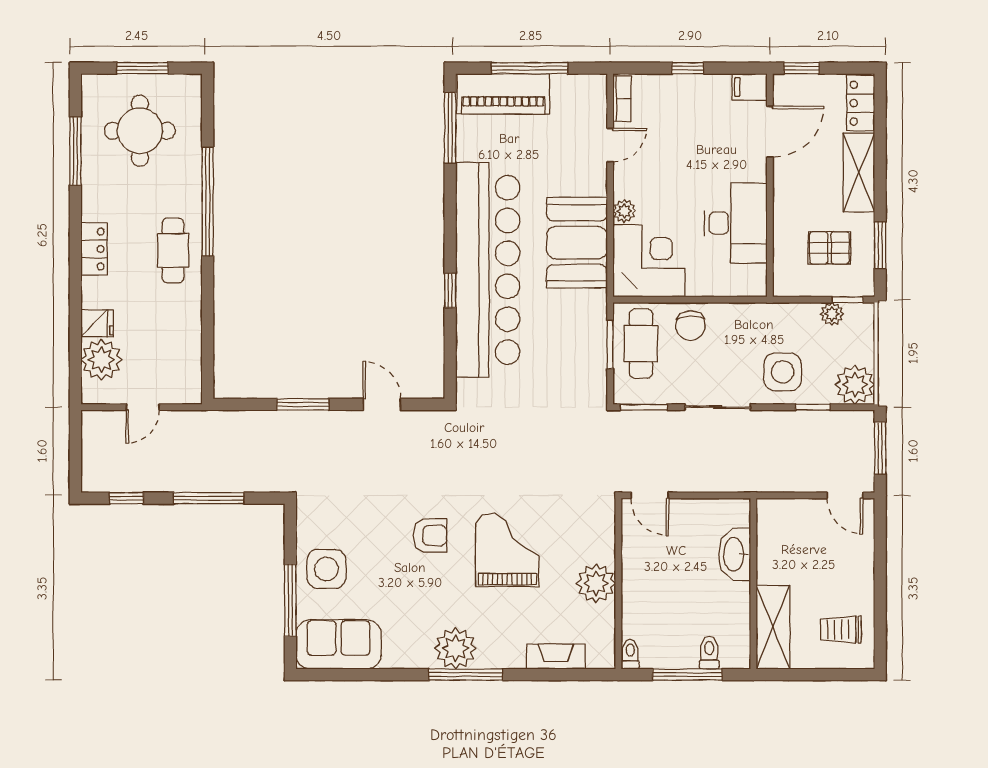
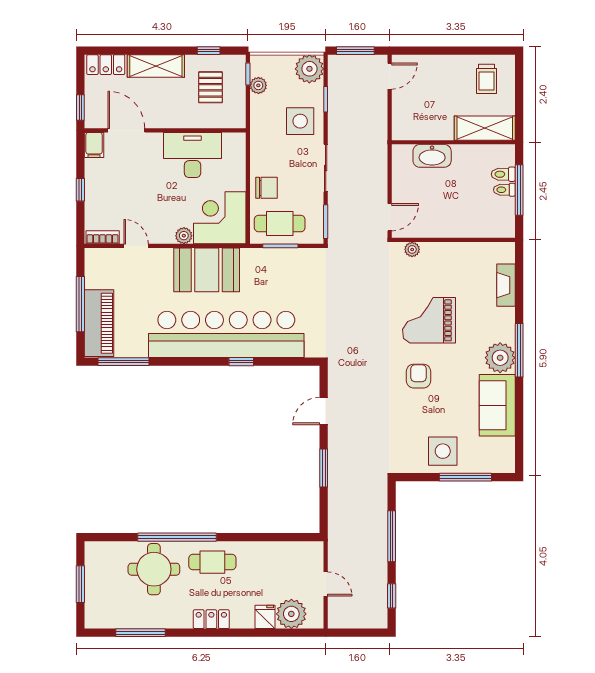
round table: (140, 131) -> (154, 569), moved
window: (880, 245) -> (209, 51), width x0.67
plant: (596, 583) -> (412, 249), moved, width x0.53, depth x0.53
sofa: (338, 644) -> (497, 405), moved
toilet: (630, 654) -> (504, 190), moved

